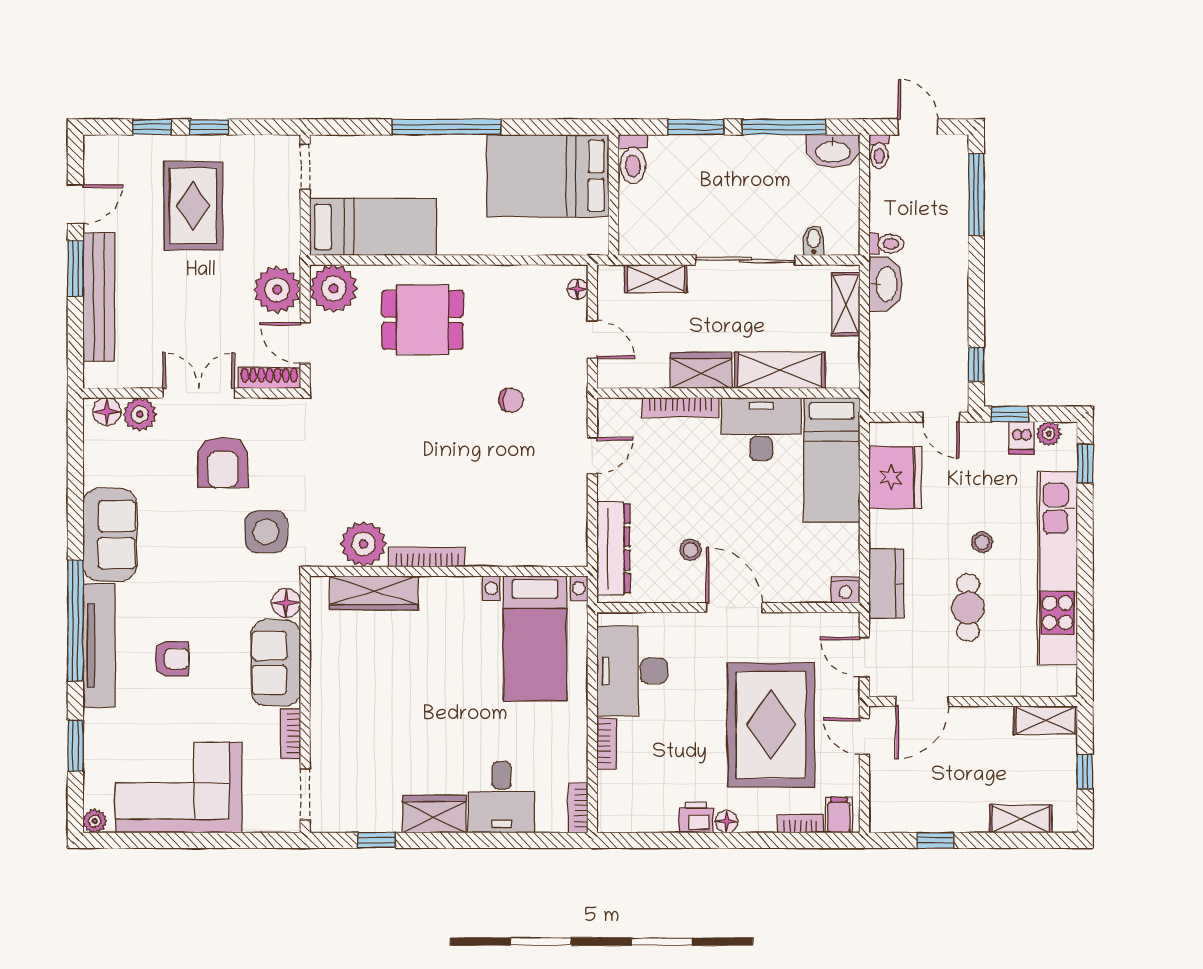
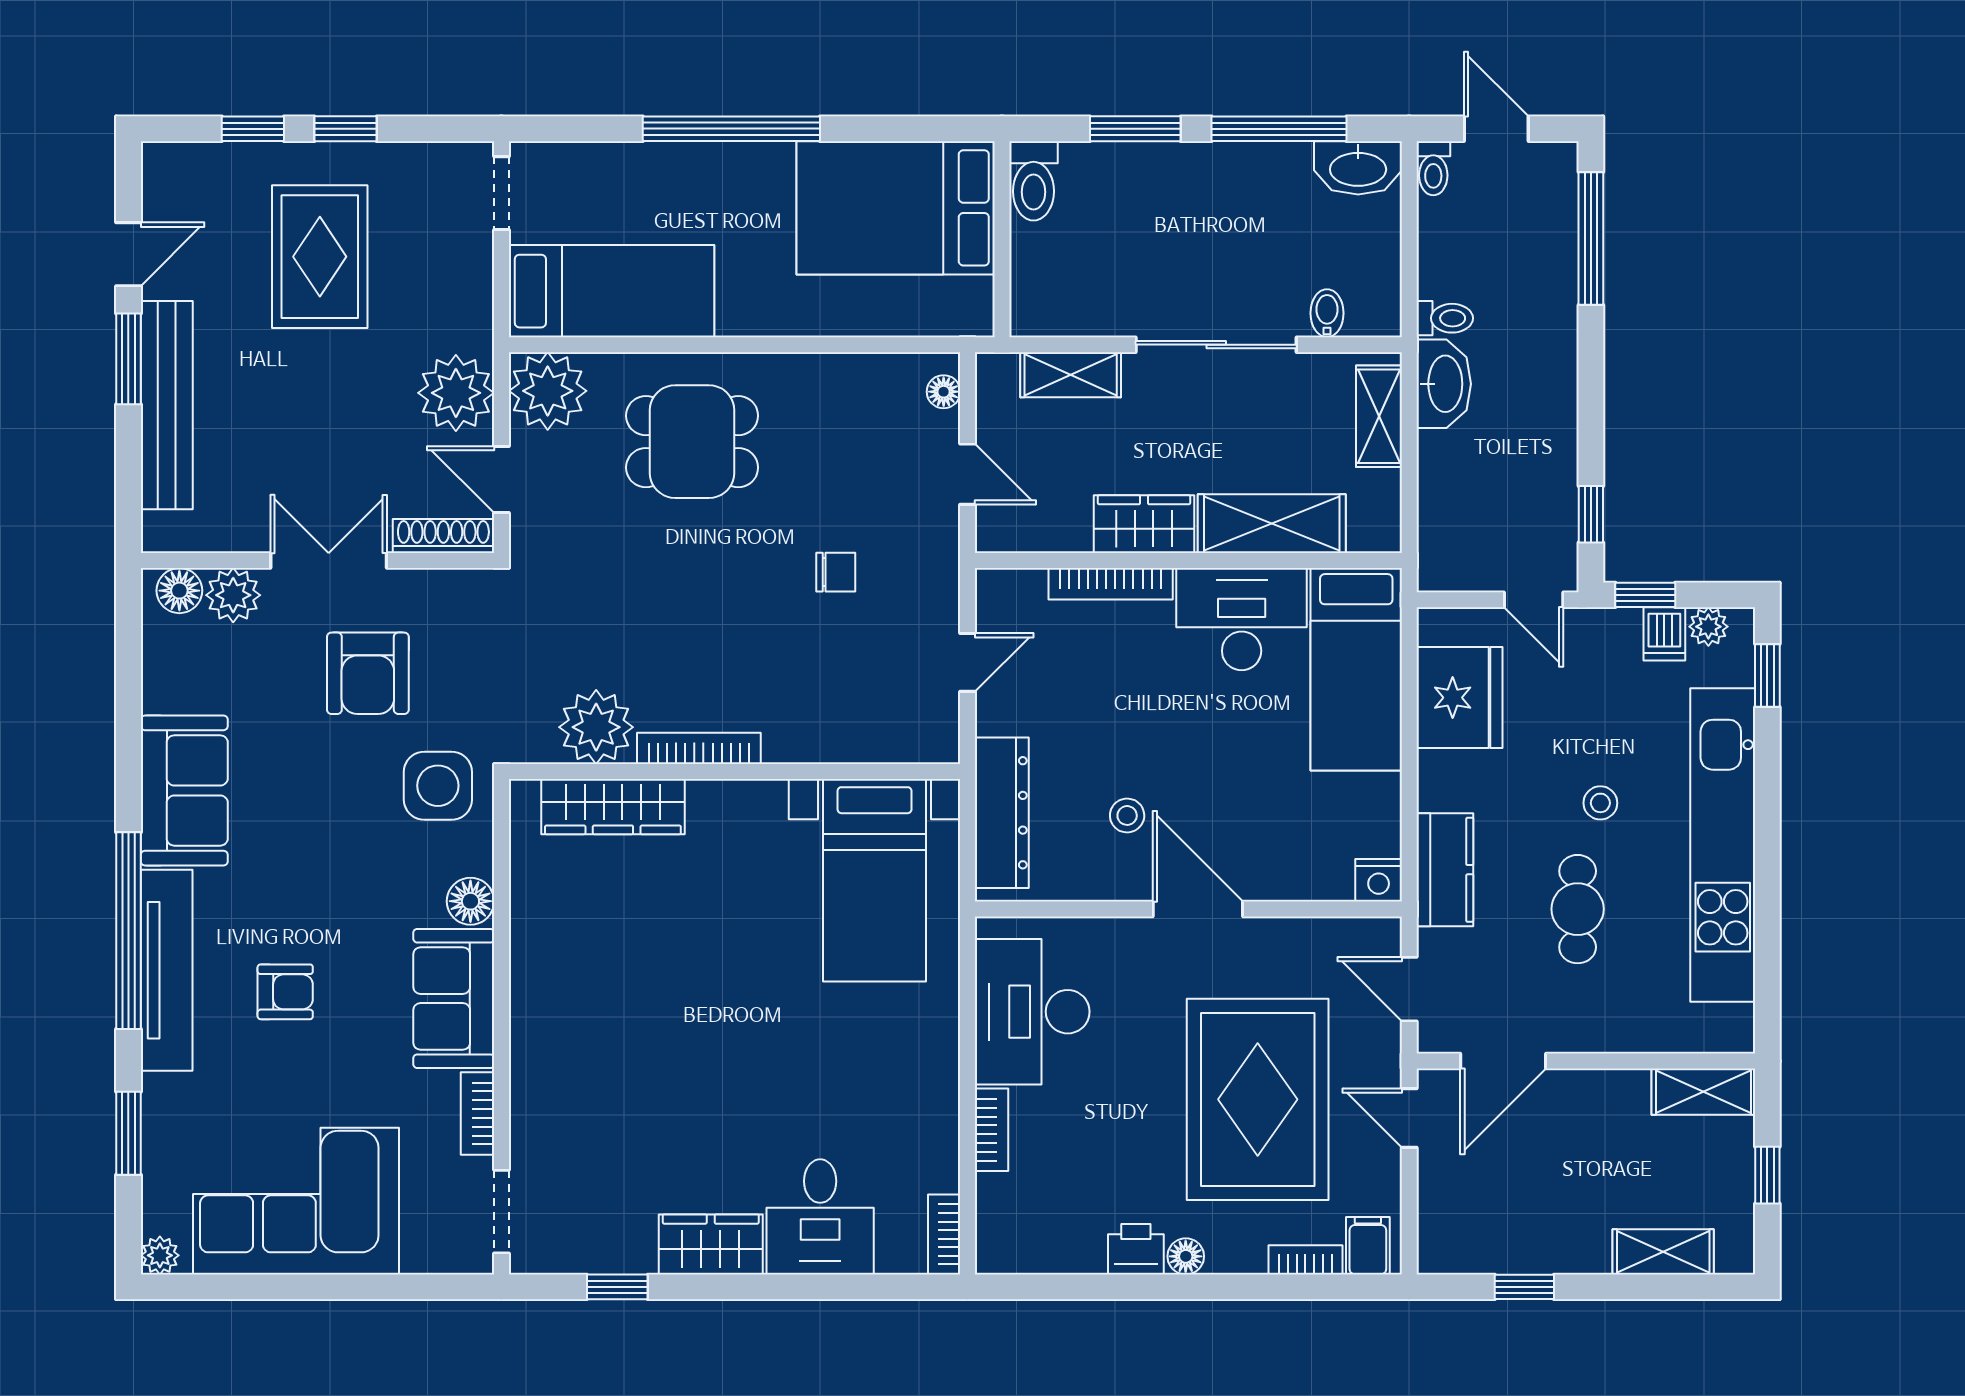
plant: (363, 544) -> (596, 727), moved
bookcase: (427, 557) -> (699, 748), moved
wall: (449, 571) -> (735, 772), moved
wardrobe: (374, 593) -> (613, 807), moved
bed with nightstands: (535, 638) -> (875, 880), moved

